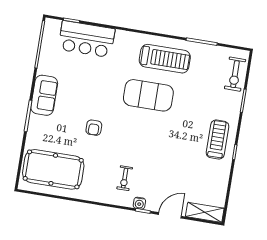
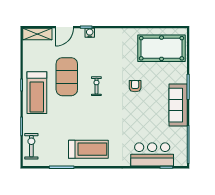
treadmill: (165, 59) -> (88, 149), turned 180
sofa: (44, 95) -> (178, 105), width x1.36
exercise mat: (148, 95) -> (67, 77), moved, turned 90
treadmill: (217, 140) -> (37, 93), width x1.37, depth x1.38
exercise bike: (125, 178) -> (96, 86), moved

